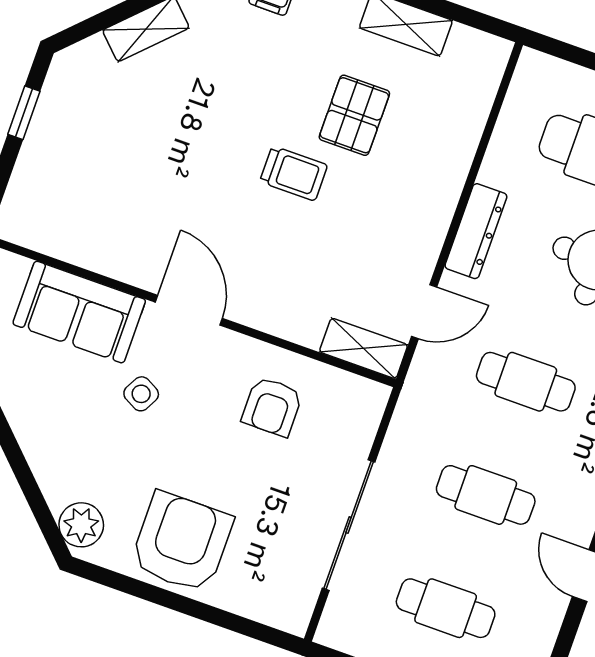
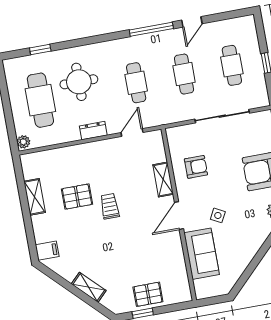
plant: (538, 68) -> (23, 142), added
pallet: (58, 147) -> (148, 294), added
dresser: (476, 231) -> (93, 131), width x0.70
door: (424, 312) -> (132, 133), hinge flipped
shelving: (364, 348) -> (163, 179), moved

